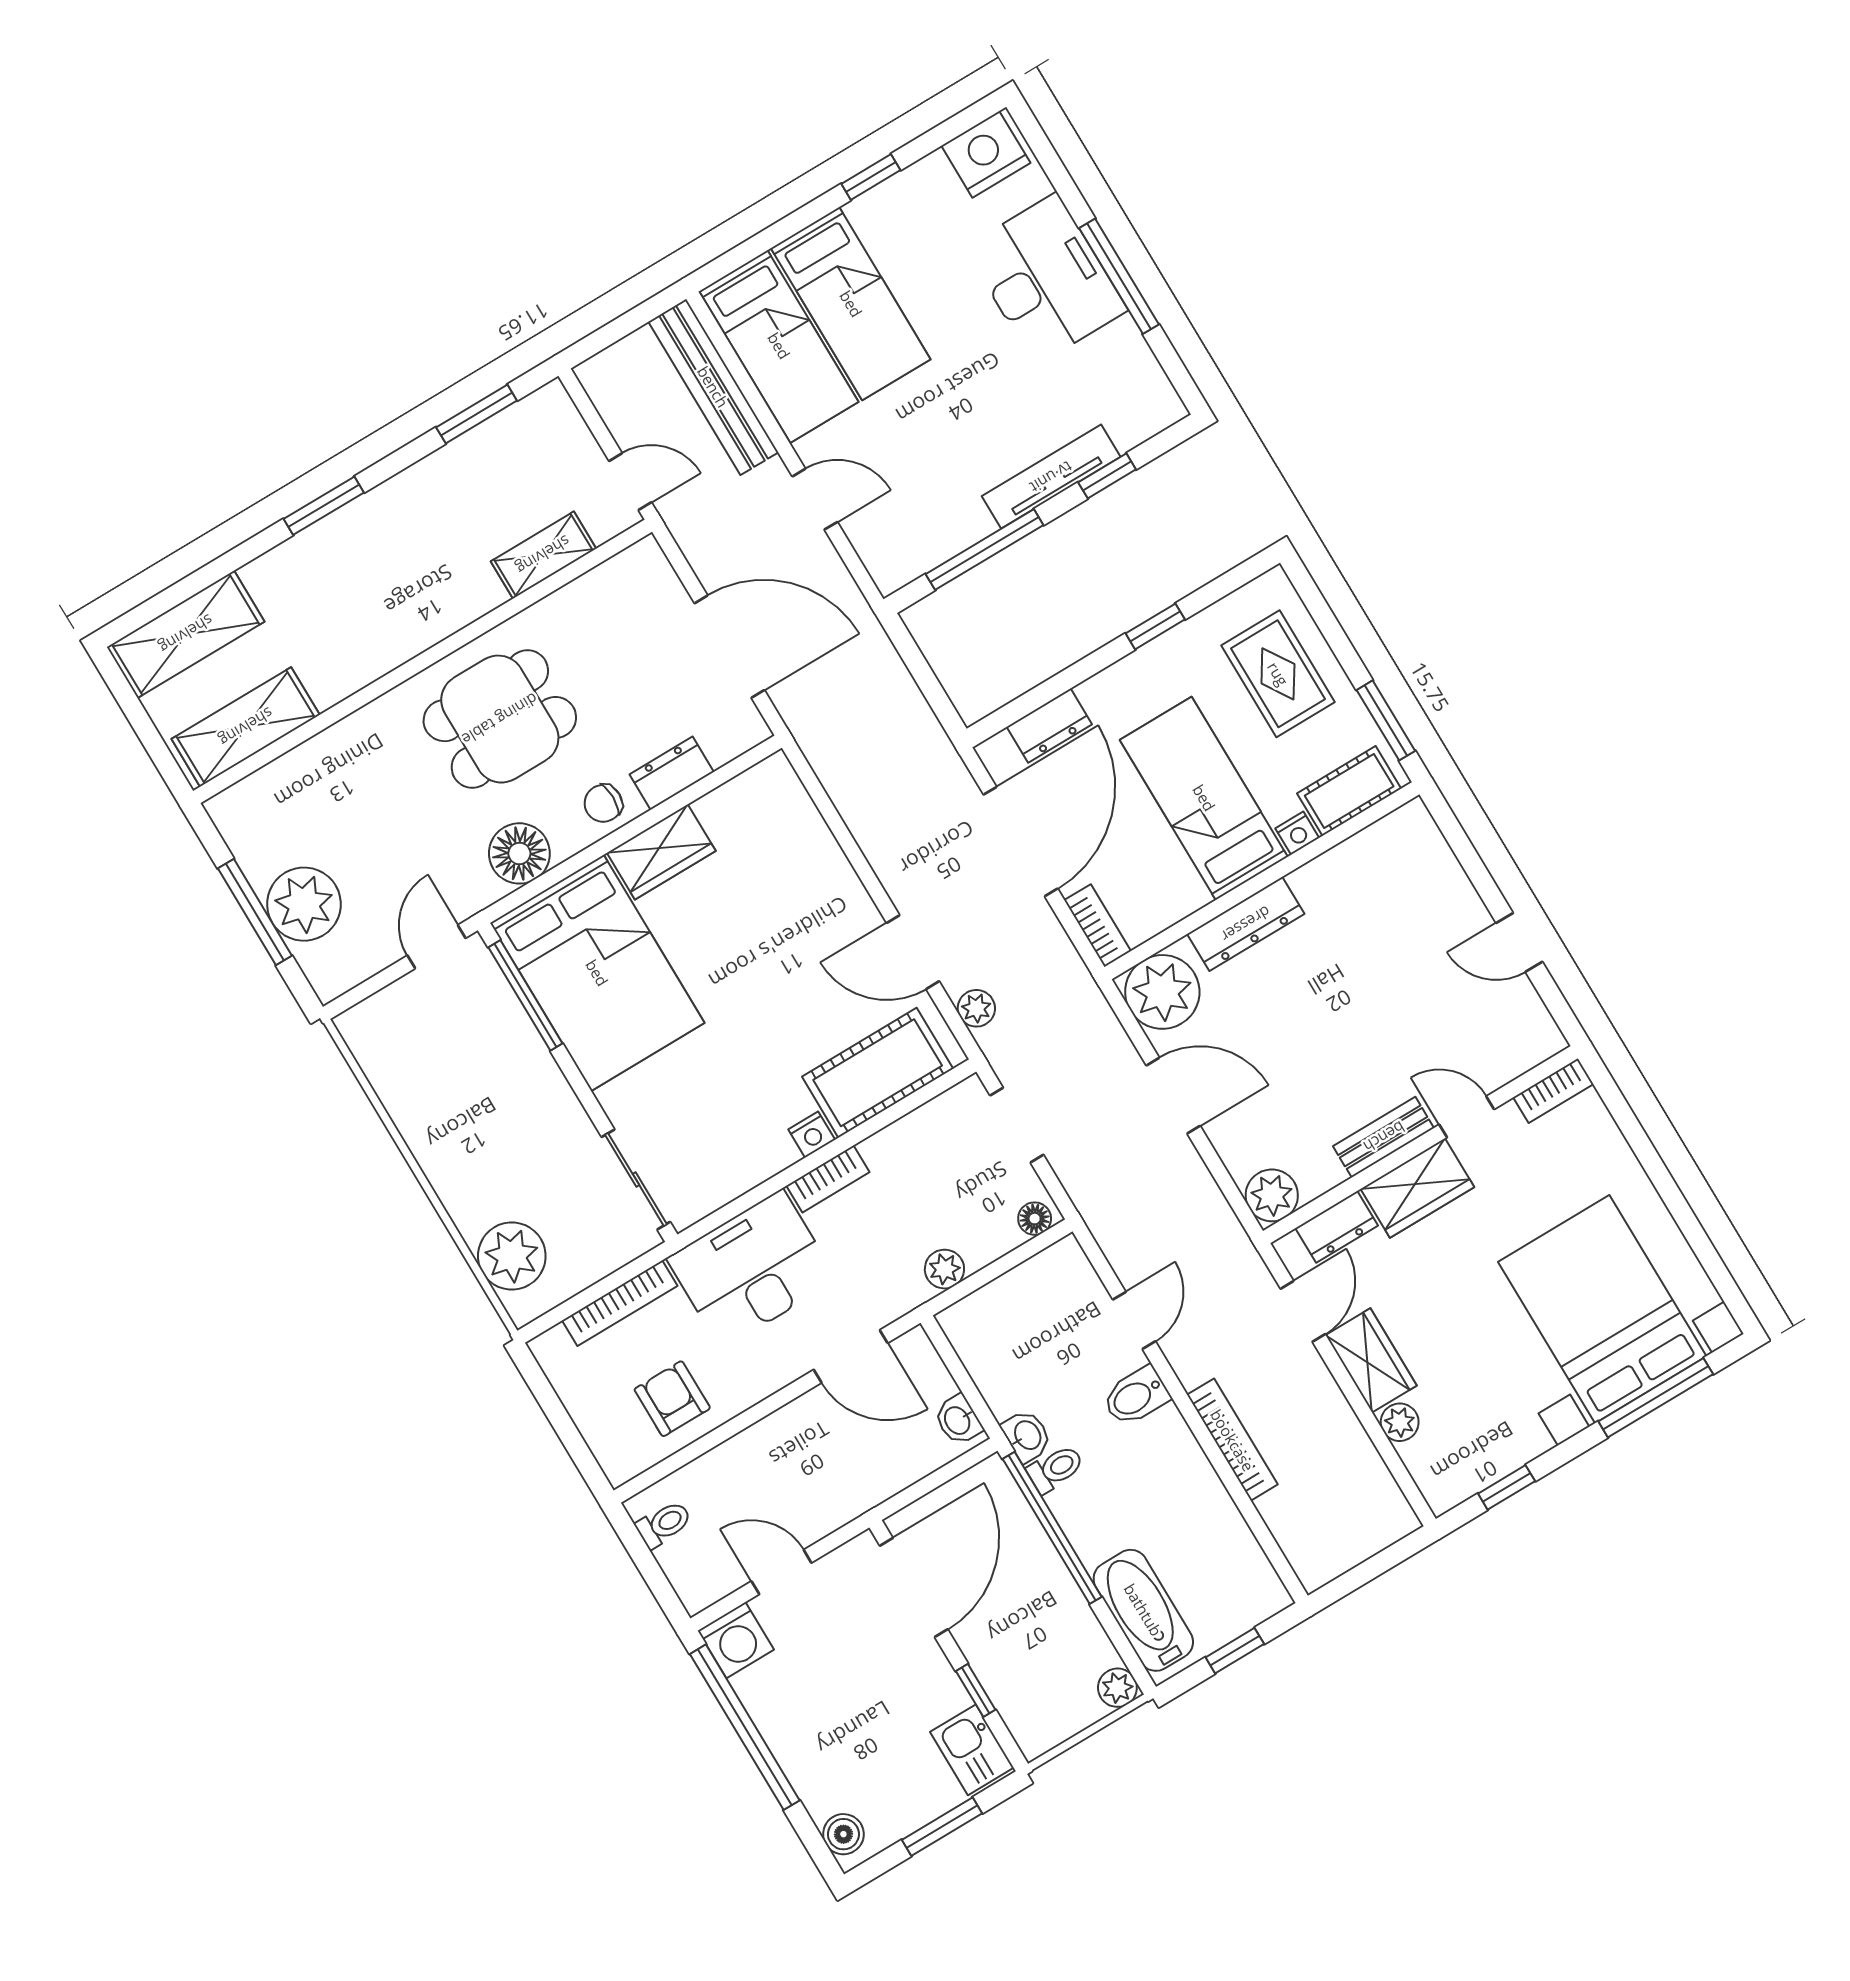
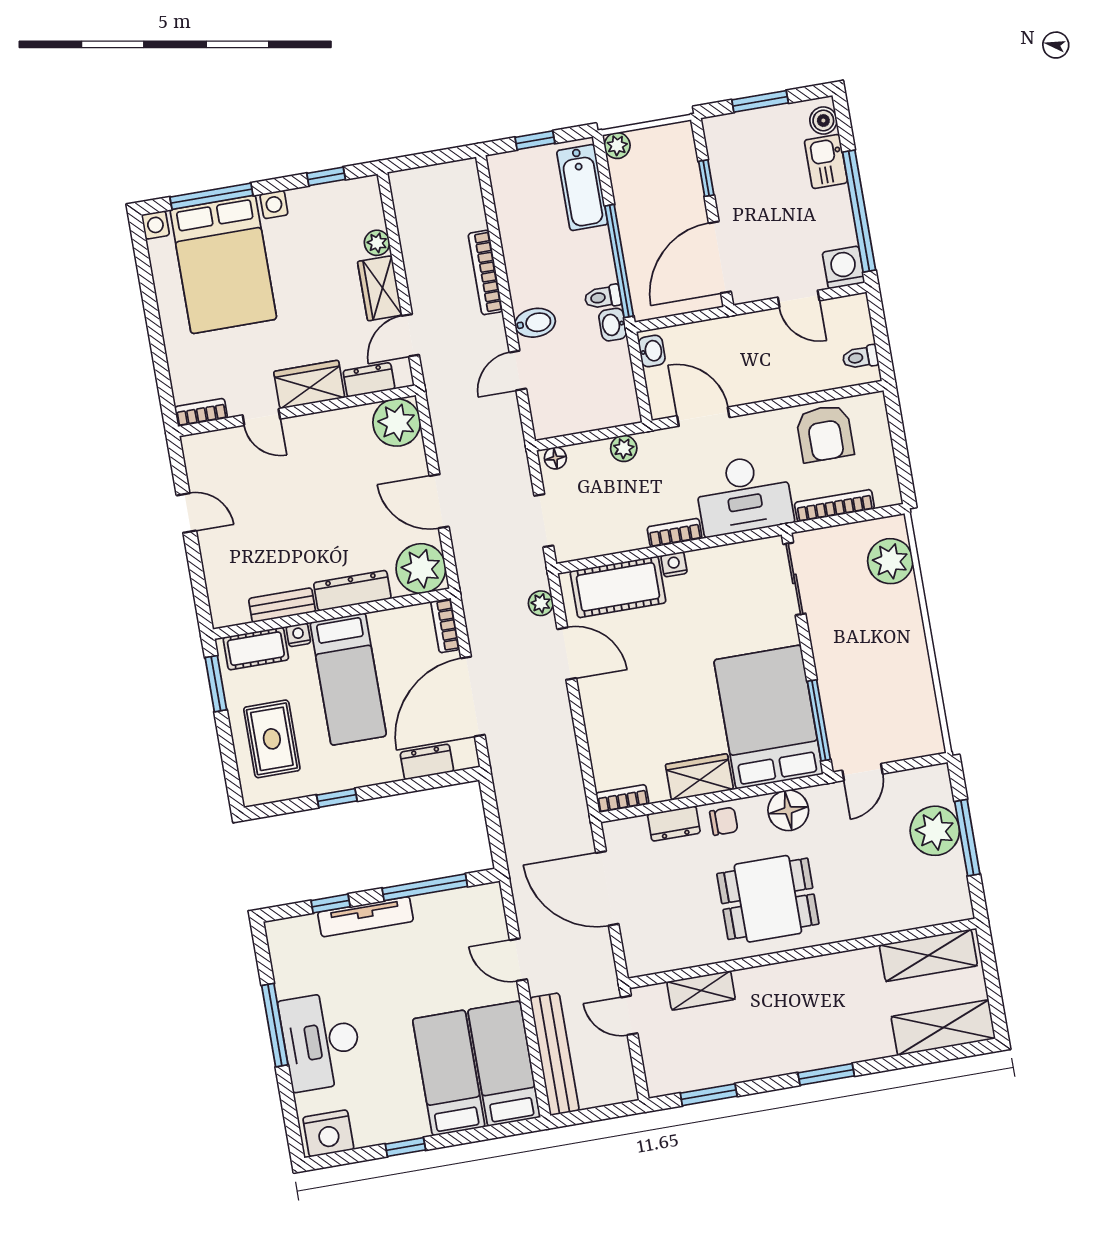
bookcase: (757, 780) -> (622, 799), added
bench: (1384, 1137) -> (282, 605), moved
plant: (1272, 1195) -> (397, 422), width x1.36, depth x1.36
armchair: (672, 1399) -> (825, 433), width x1.38, depth x1.38
kitchen sink: (972, 1750) -> (826, 161), moved, turned 180

